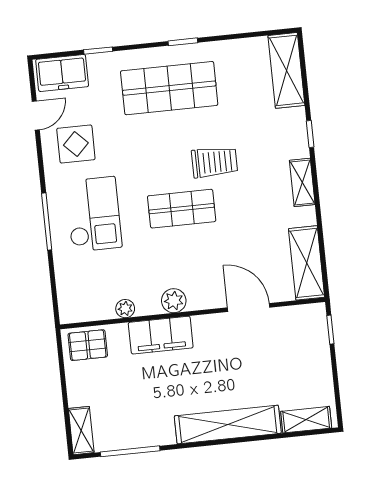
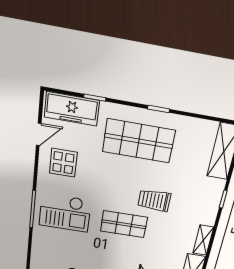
freezer: (62, 73) -> (72, 109), width x1.40
trolley: (214, 162) -> (154, 200), turned 180
shelving: (302, 182) -> (203, 240), moved
checkout: (94, 214) -> (65, 213), turned 90

